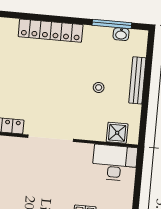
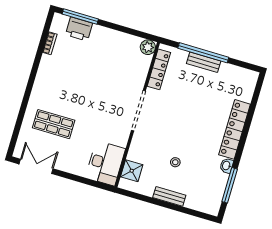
washbasin: (121, 34) -> (227, 166), moved
bench: (137, 80) -> (169, 196), width x0.73

